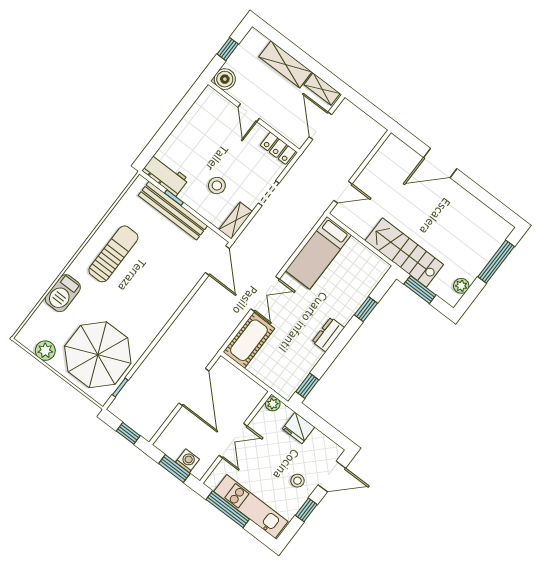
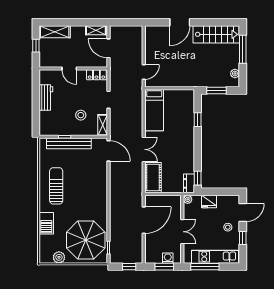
shelving: (285, 64) -> (55, 32), moved
boiler: (225, 79) -> (45, 61), removed
workbench: (165, 175) -> (46, 98), moved, turned 90
stairs: (404, 252) -> (216, 34), moved, turned 180
dresser: (328, 335) -> (189, 183), moved
door: (194, 387) -> (144, 220), hinge flipped

